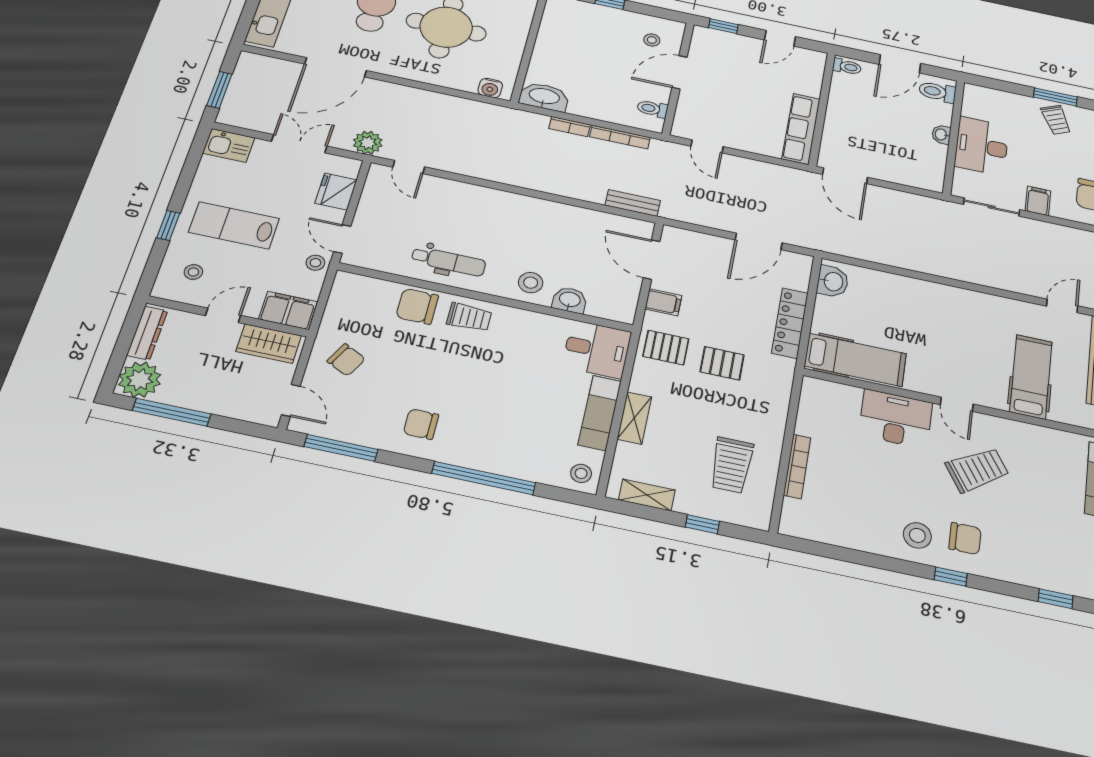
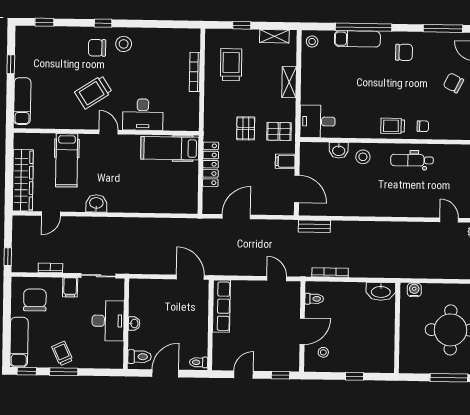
bookcase: (570, 127) -> (50, 268), moved
washbasin: (833, 281) -> (96, 203), moved, turned 90
chair: (417, 306) -> (423, 126), width x0.54, depth x0.54
pallet: (722, 363) -> (246, 128), turned 90
exam couch: (600, 413) -> (357, 39), moved, turned 90

